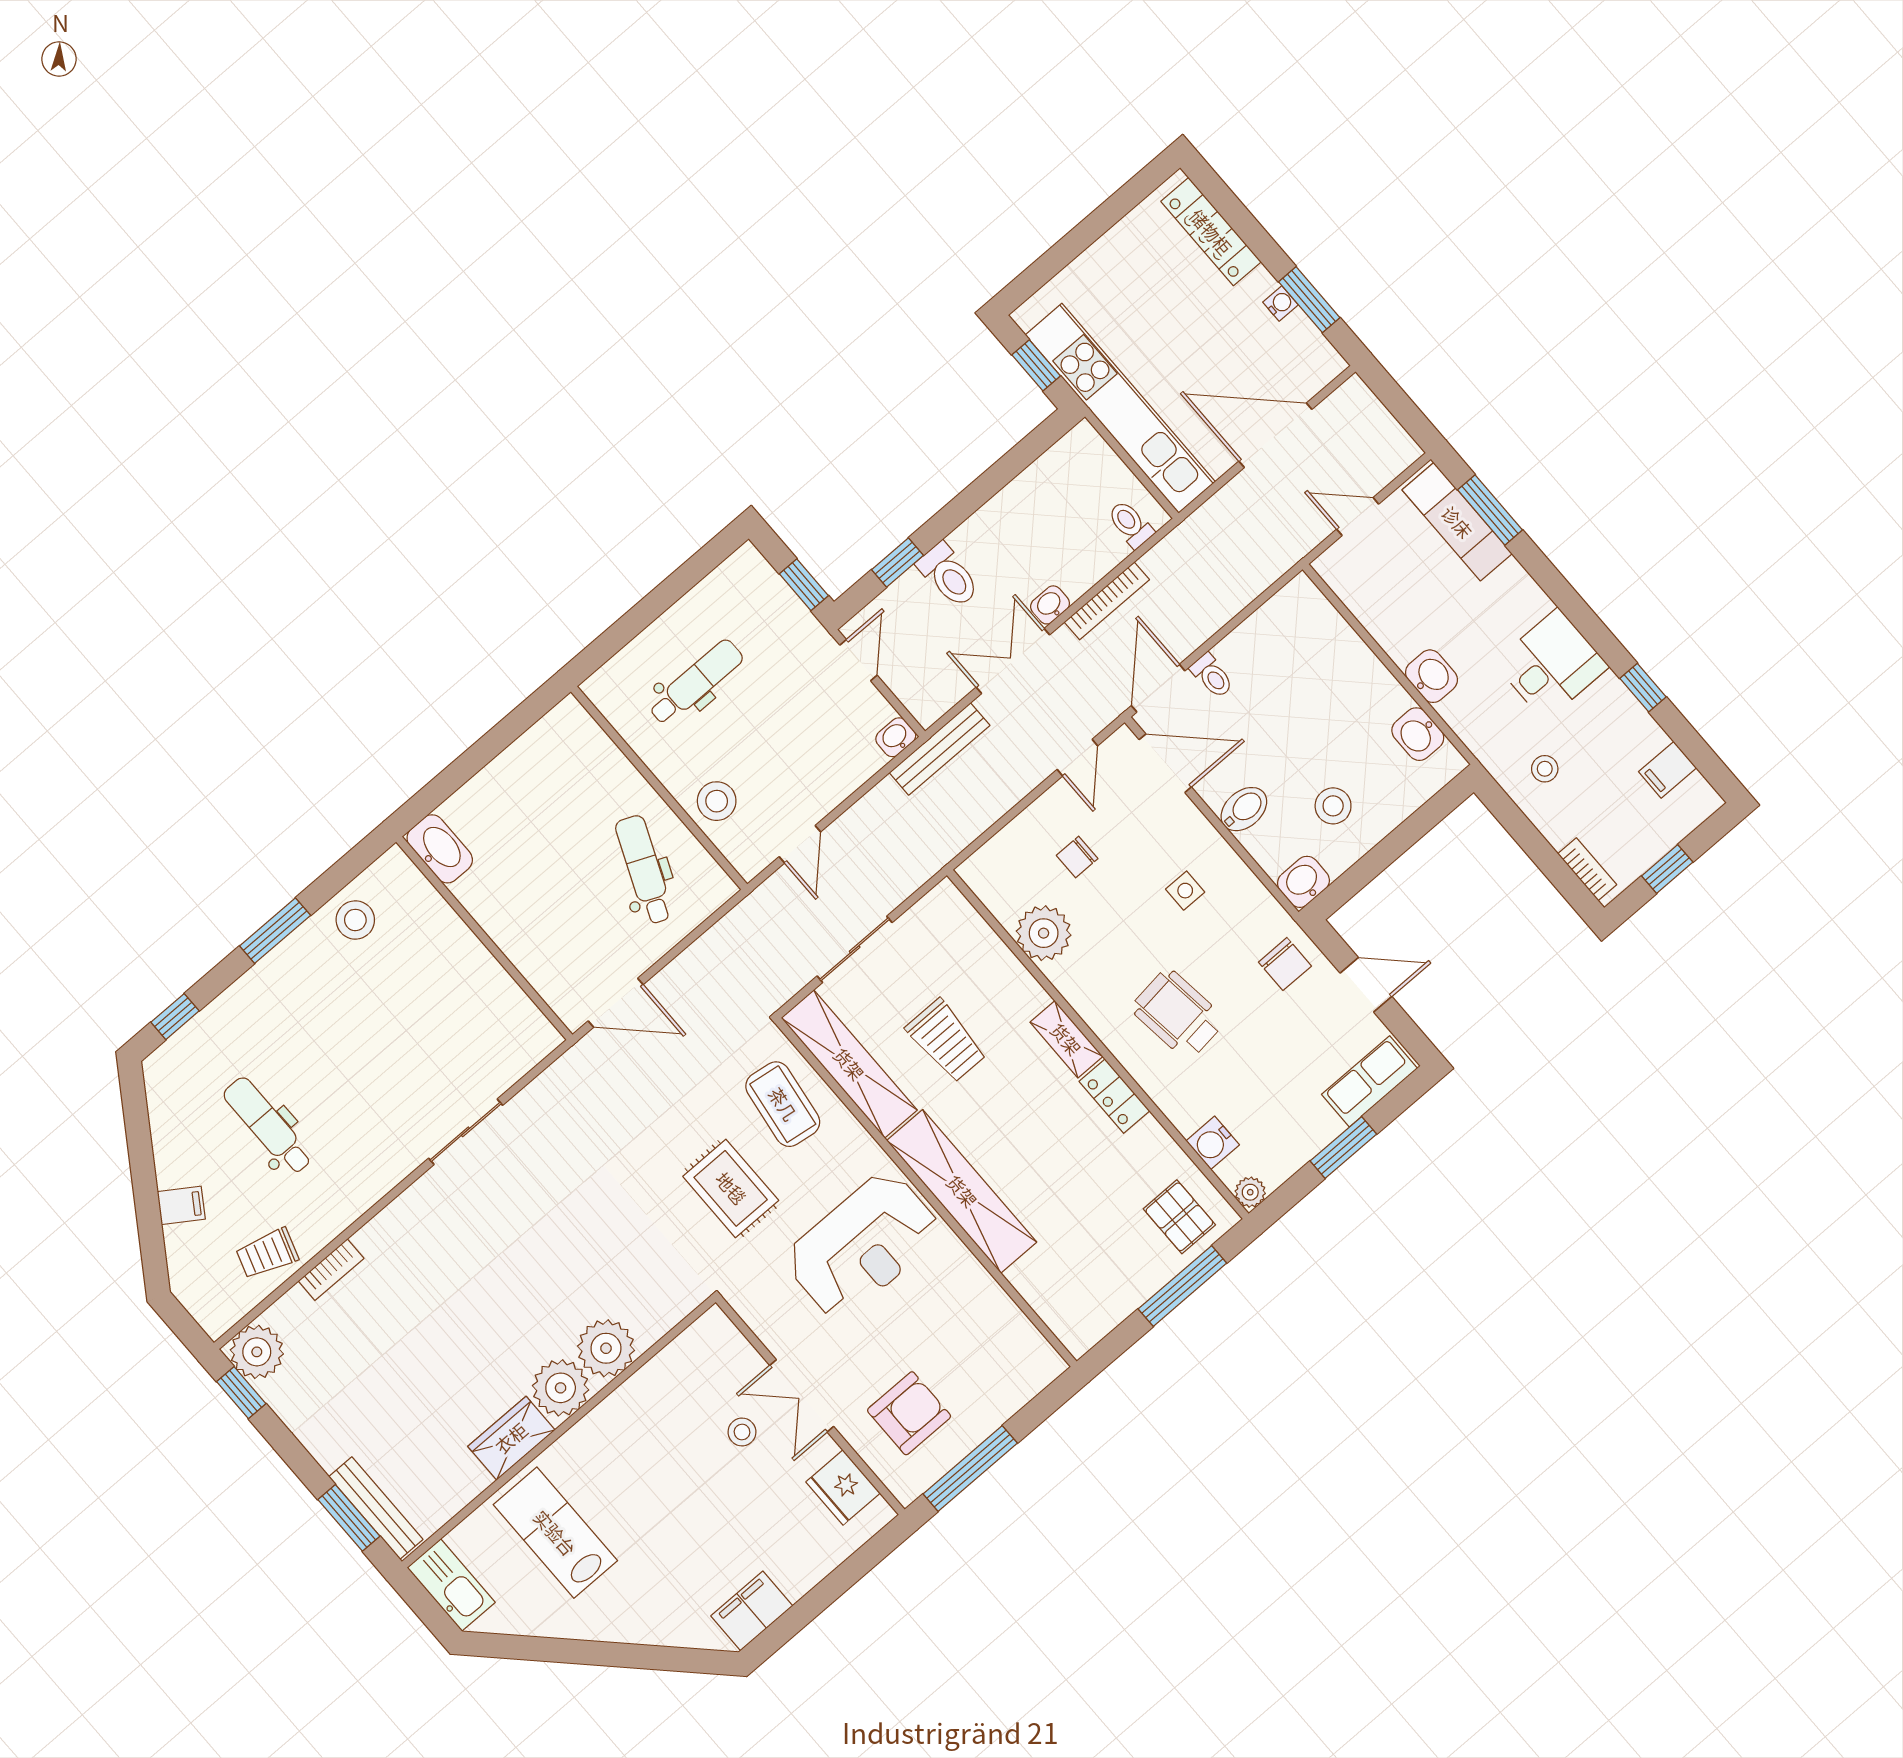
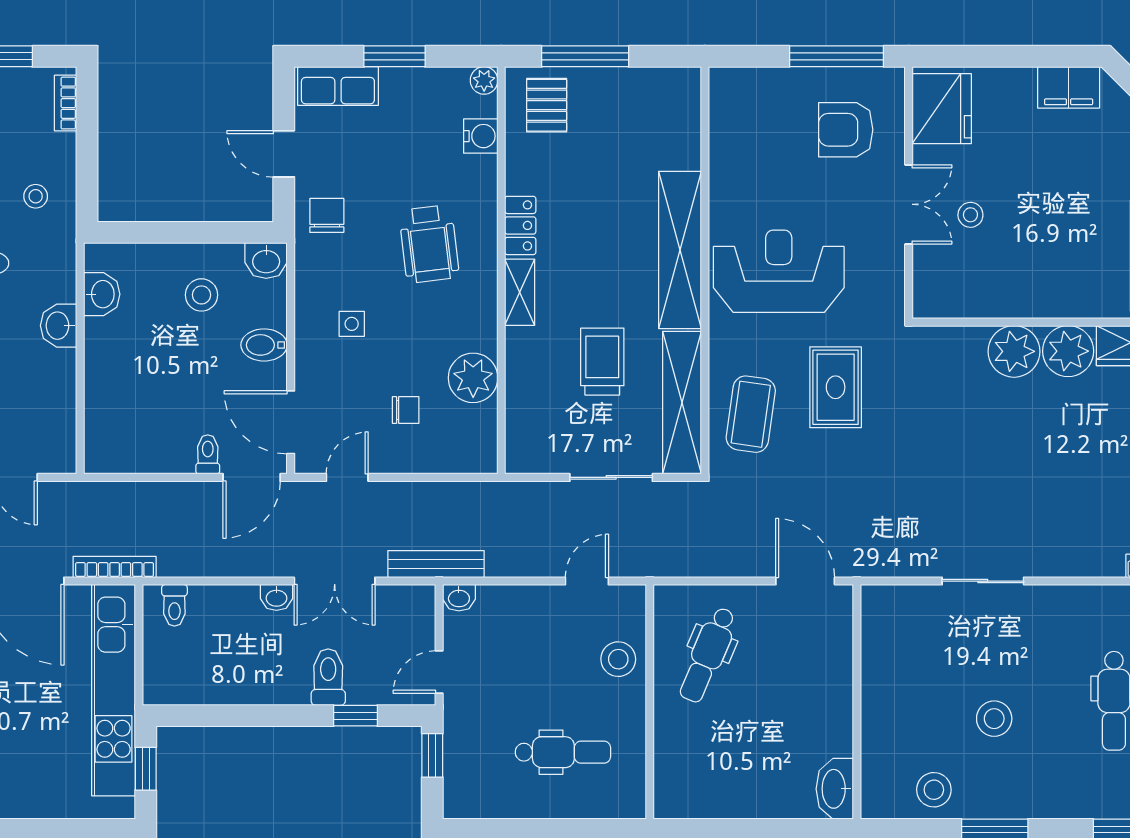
bookcase: (1107, 601) -> (115, 567), moved
dental chair: (696, 682) -> (563, 752), turned 180
stool: (356, 1024) -> (994, 719), added
fridge: (843, 1488) -> (942, 109), width x1.36, depth x1.34

